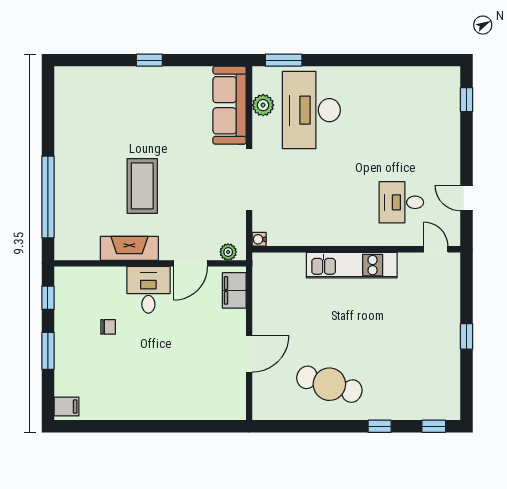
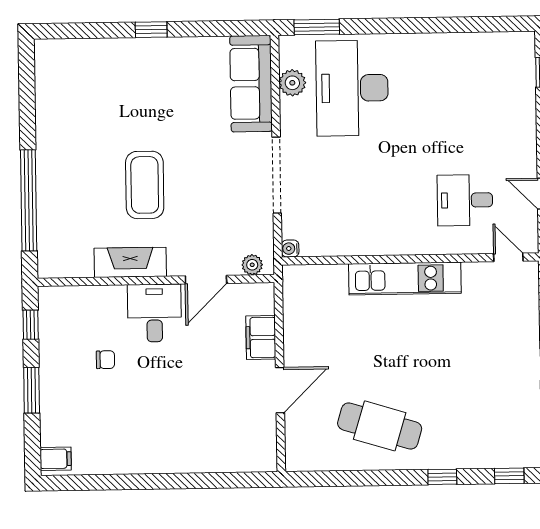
filing cabinet: (234, 290) -> (261, 338), moved

